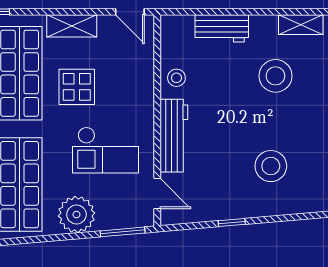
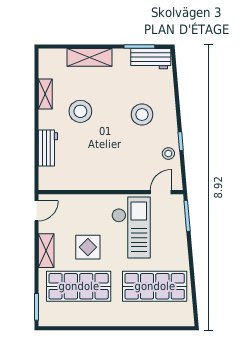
stool: (176, 78) -> (168, 154), moved
workbench: (174, 136) -> (121, 181), removed
checkout: (105, 150) -> (131, 228), width x1.36, depth x1.21
plant: (76, 215) -> (175, 247), removed

